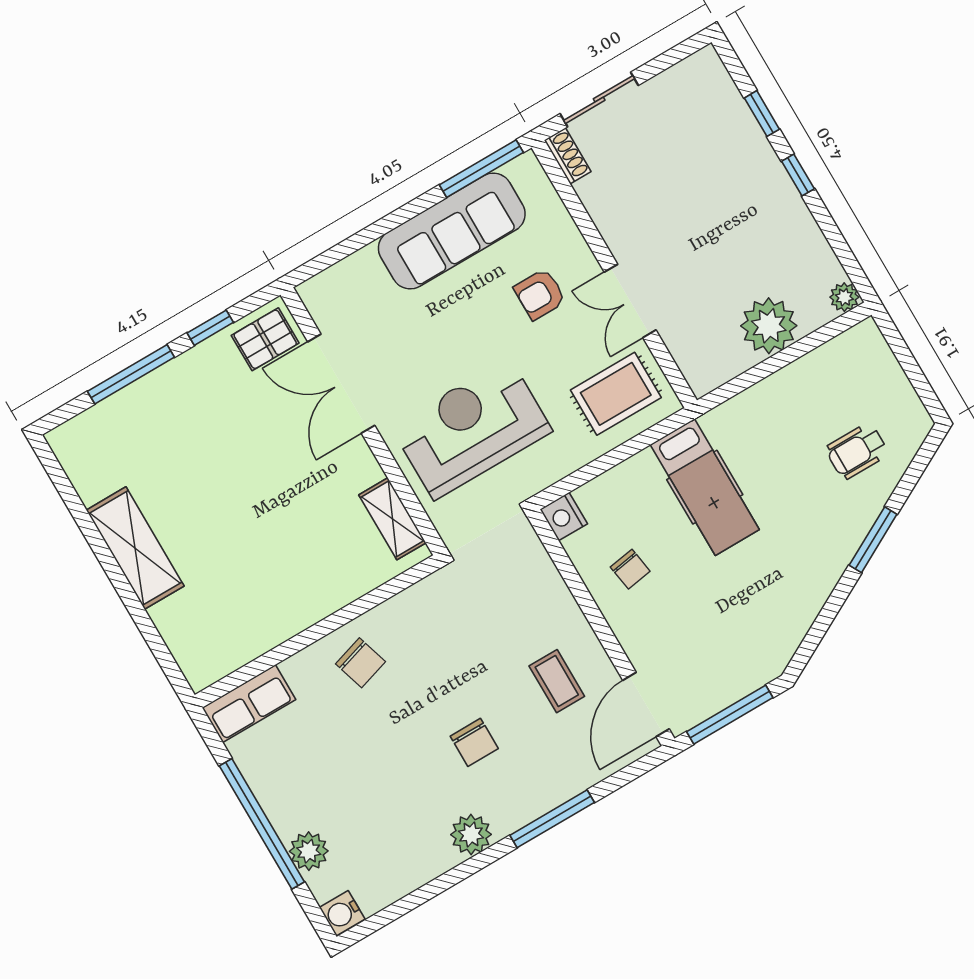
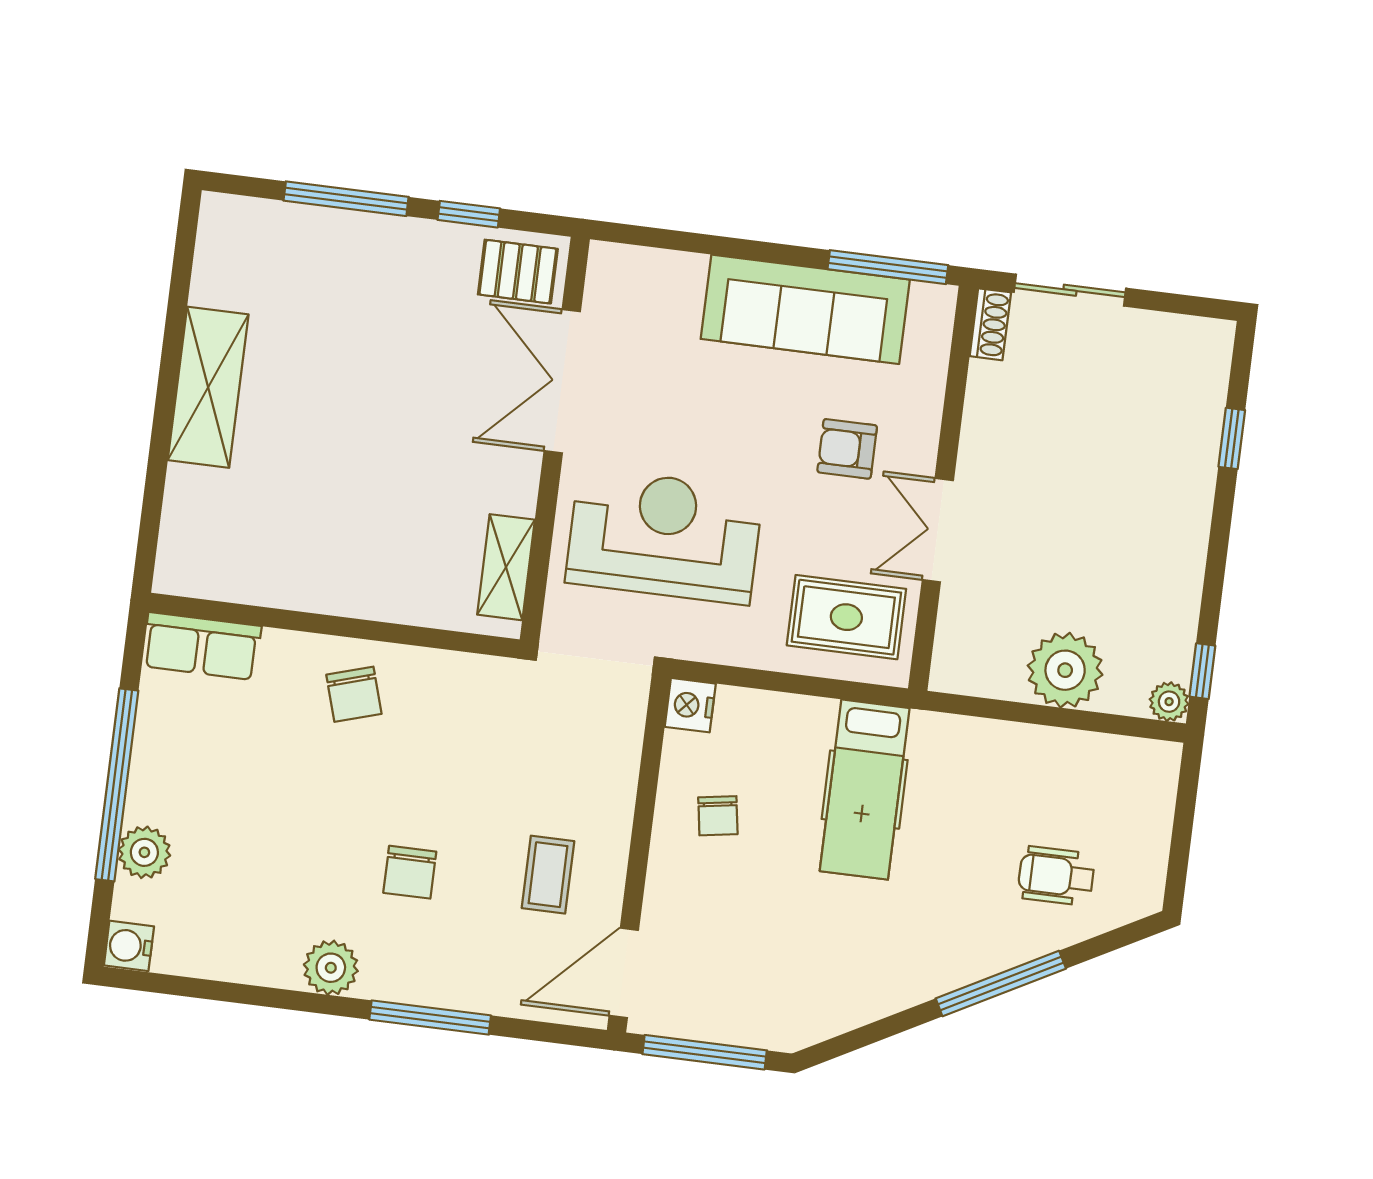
window: (798, 175) -> (1202, 671), moved
window: (873, 540) -> (1001, 984), width x1.44

